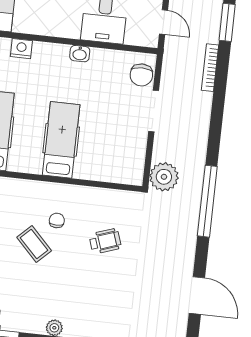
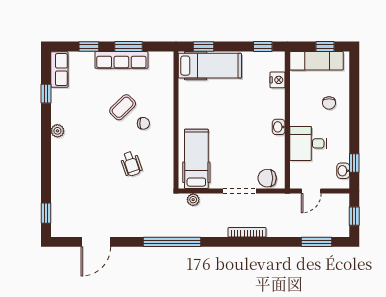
bookcase: (210, 68) -> (247, 232), moved
hospital bed: (61, 140) -> (196, 159), moved, turned -90
plant: (164, 177) -> (193, 200), width x0.53, depth x0.53

